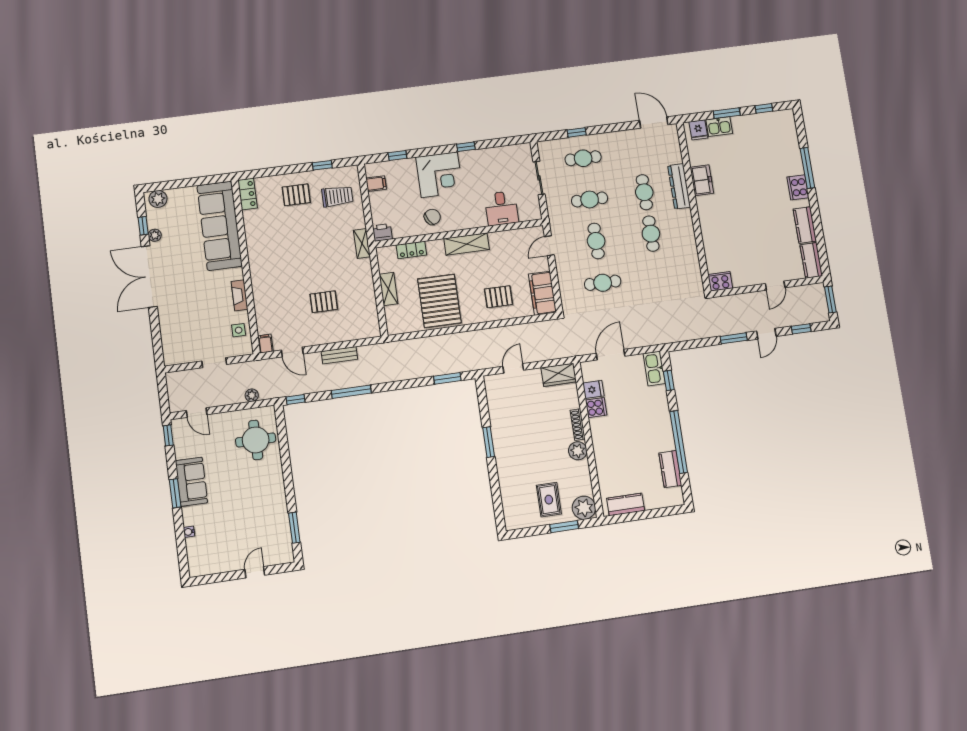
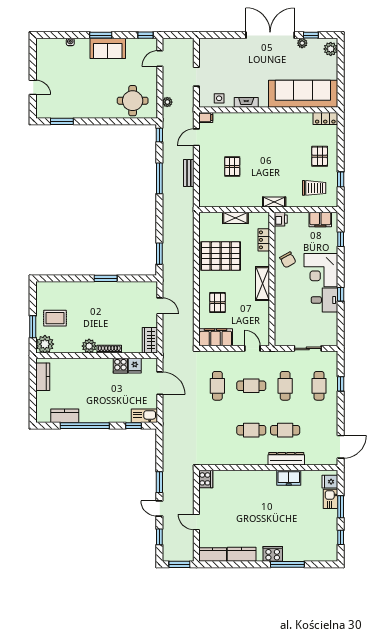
filing cabinet: (376, 184) -> (320, 220), width x2.00
trolley: (337, 196) -> (314, 188), turned -90
desk: (501, 208) -> (324, 300), moved, turned 180

